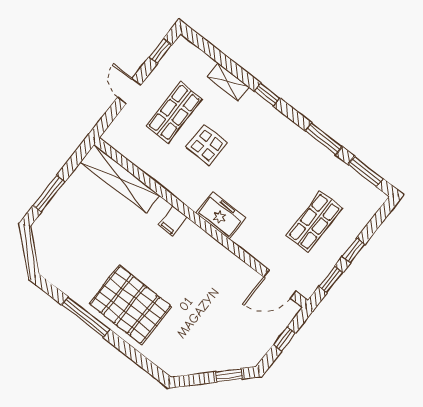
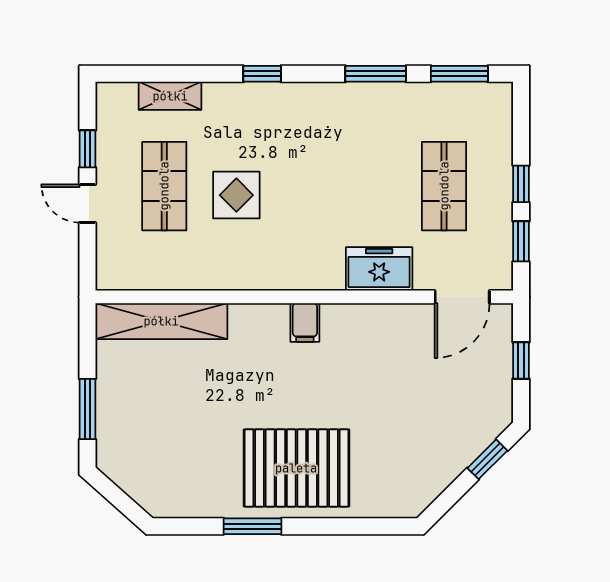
window: (160, 51) -> (87, 149), moved
shelving: (228, 82) -> (170, 96), moved
freezer: (221, 215) -> (379, 269), moved
filing cabinet: (173, 221) -> (305, 323), moved
window: (85, 317) -> (252, 526), width x0.69

